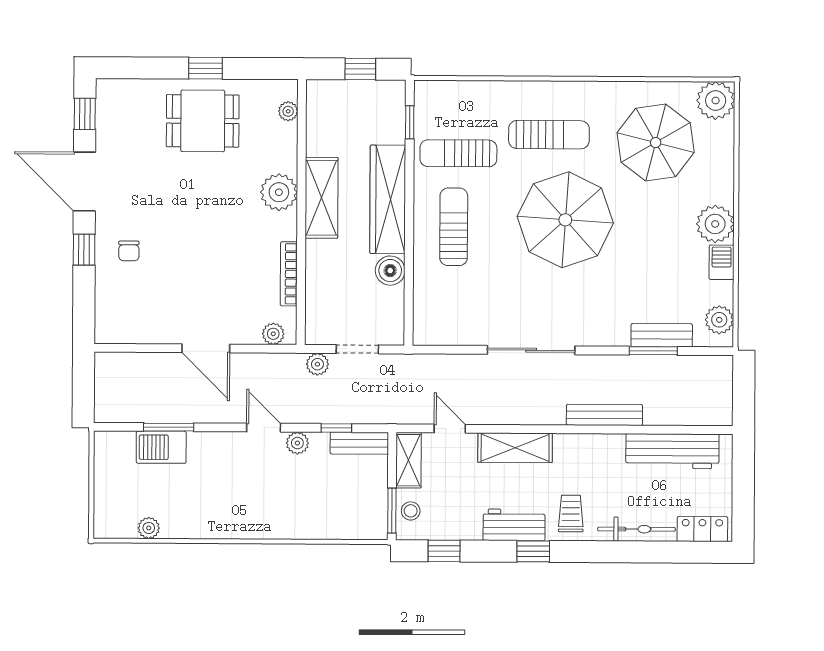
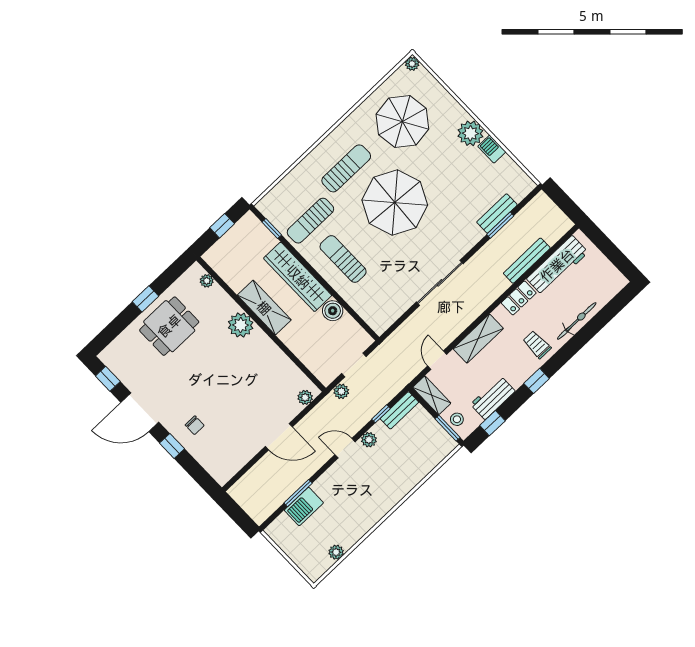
plant: (716, 101) -> (412, 64), width x0.53, depth x0.53
bookcase: (289, 274) -> (284, 361), removed
plant: (719, 320) -> (518, 179), removed
bench: (604, 415) -> (527, 261), moved
door: (450, 429) -> (437, 360), hinge flipped
workbench: (514, 525) -> (493, 398), moved
locker: (702, 529) -> (519, 298), moved, turned 180

